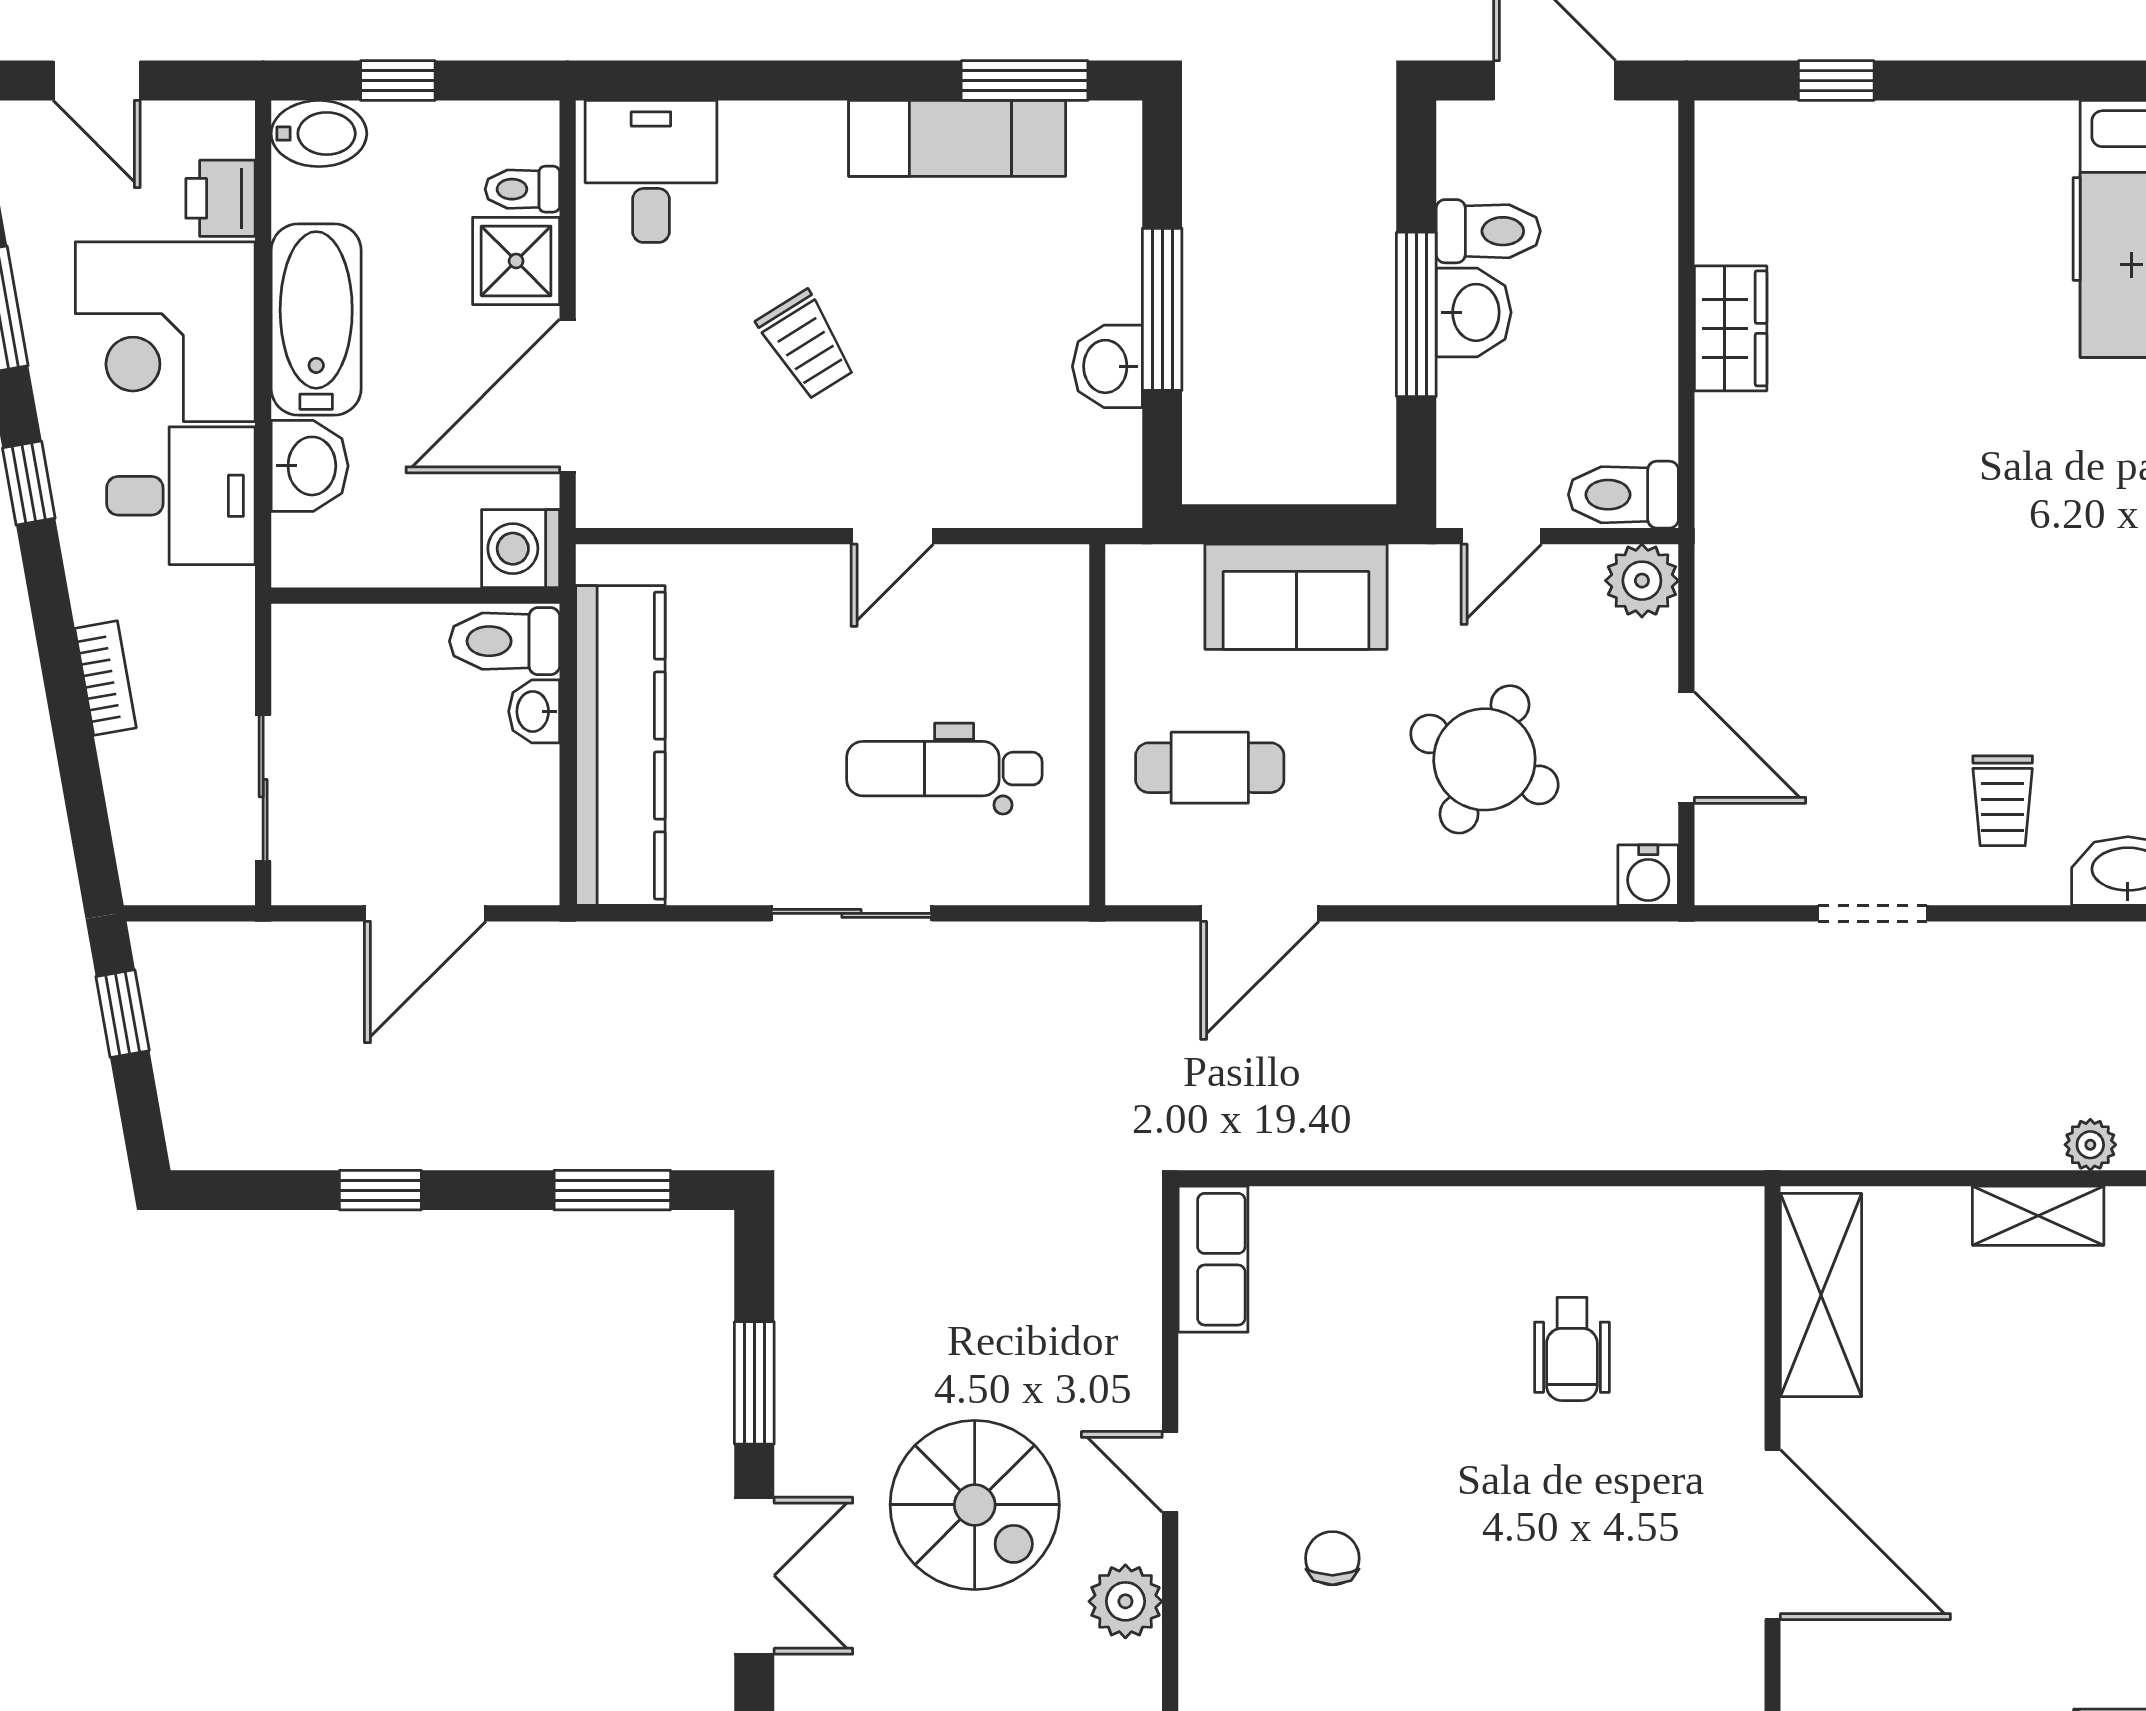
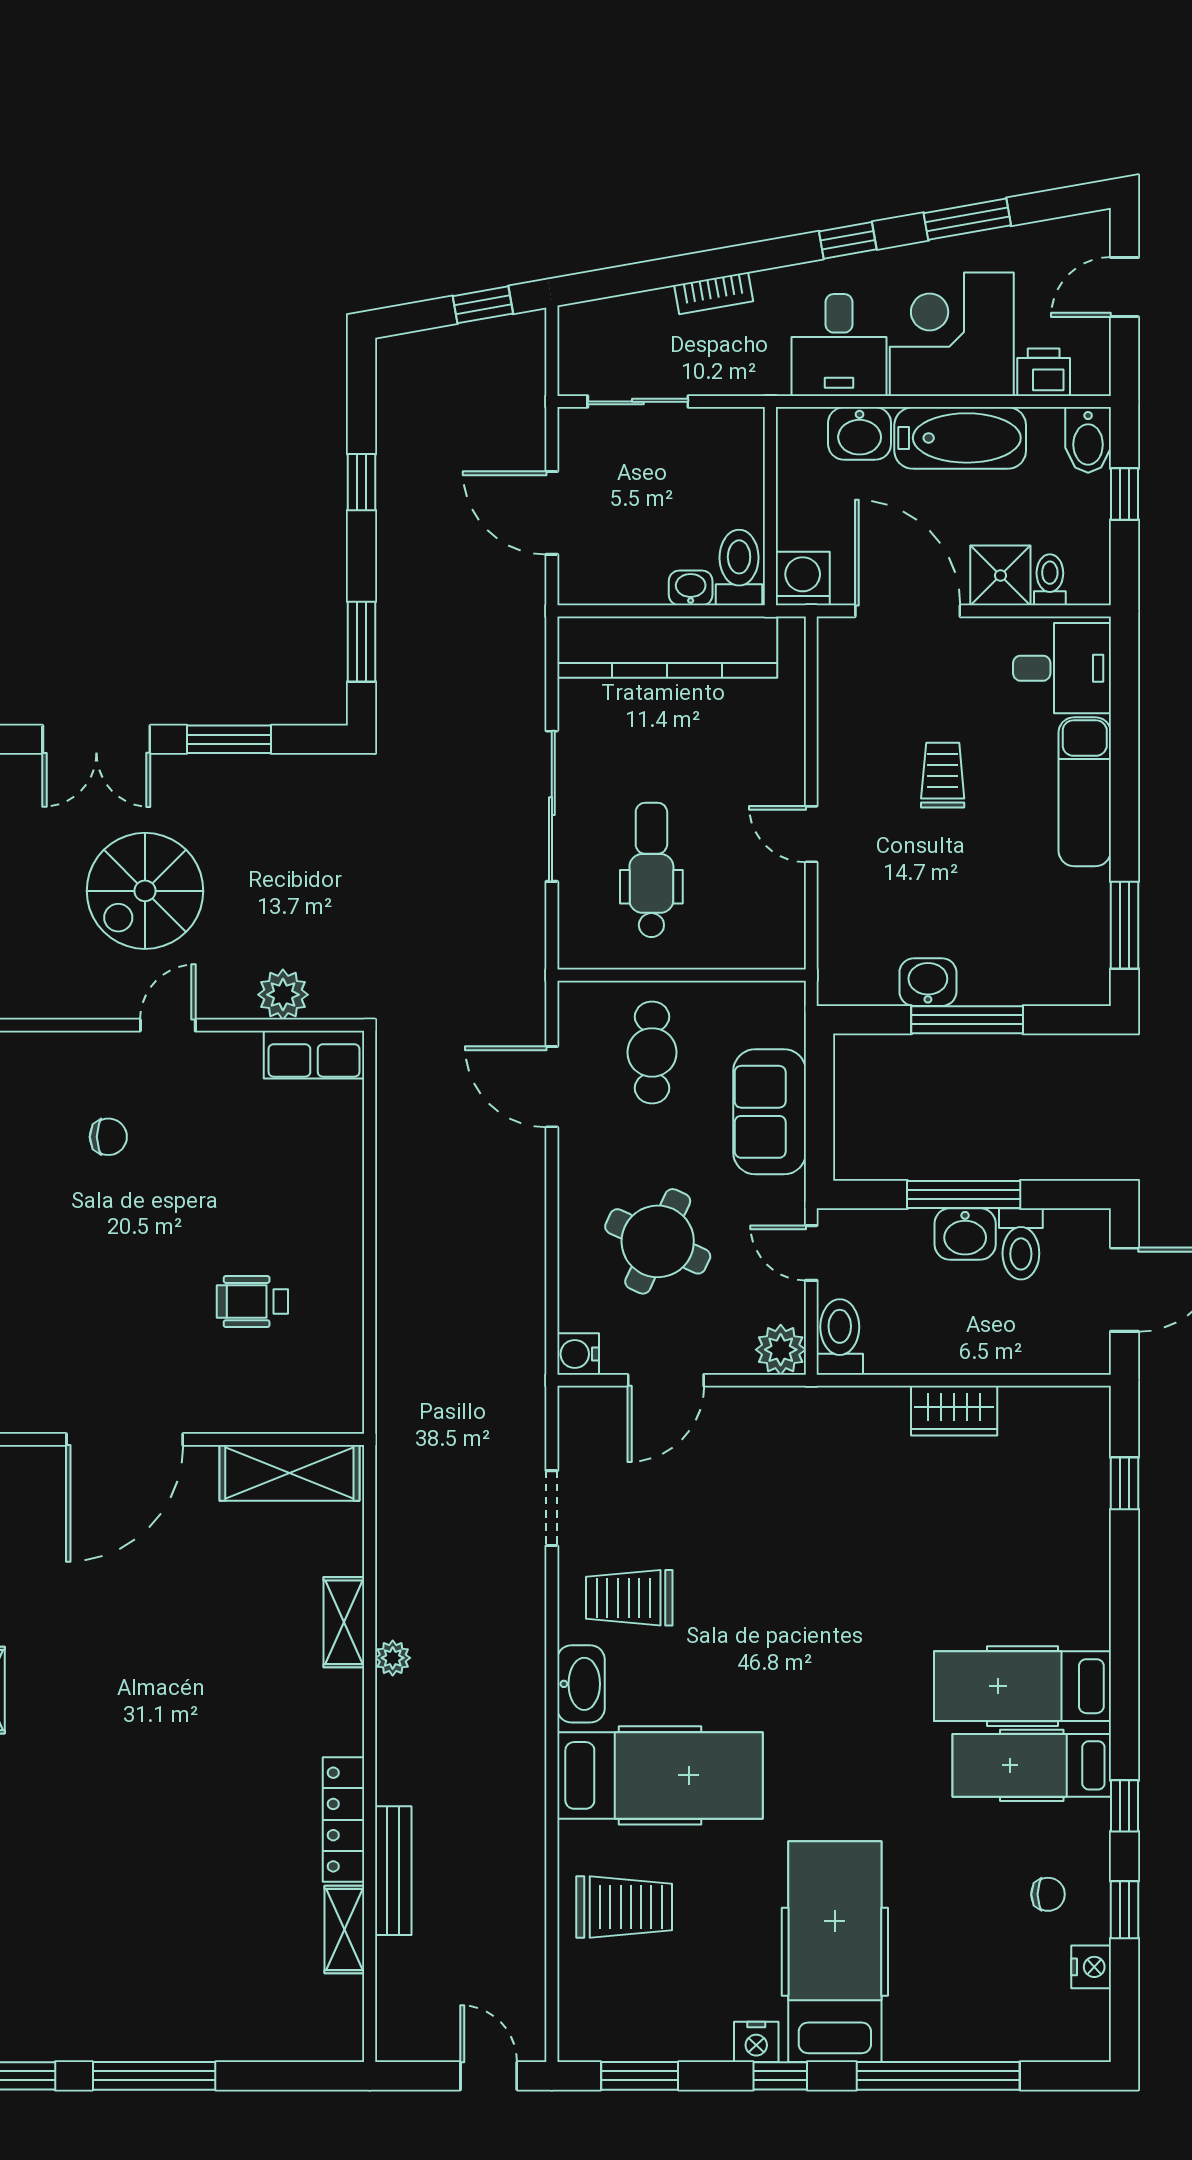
exam couch: (957, 138) -> (1085, 792), moved
trolley: (806, 345) -> (943, 775), turned 122
trolley: (2003, 801) -> (629, 1598), width x1.36, depth x1.39
sliding door: (851, 913) -> (552, 806), width x1.37
plant: (1125, 1601) -> (283, 995), moved

